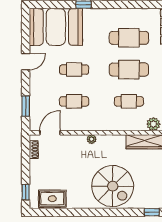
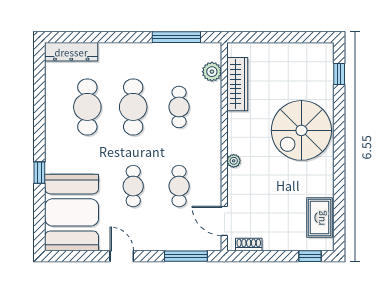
window: (26, 106) -> (186, 256), width x1.44
spiral stairs: (113, 186) -> (301, 130), turned 180

